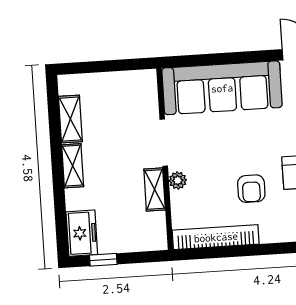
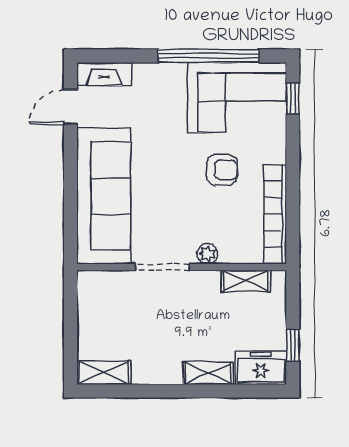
shelving: (70, 119) -> (104, 373), moved
shelving: (73, 166) -> (208, 373), moved
shelving: (155, 189) -> (246, 281), moved

